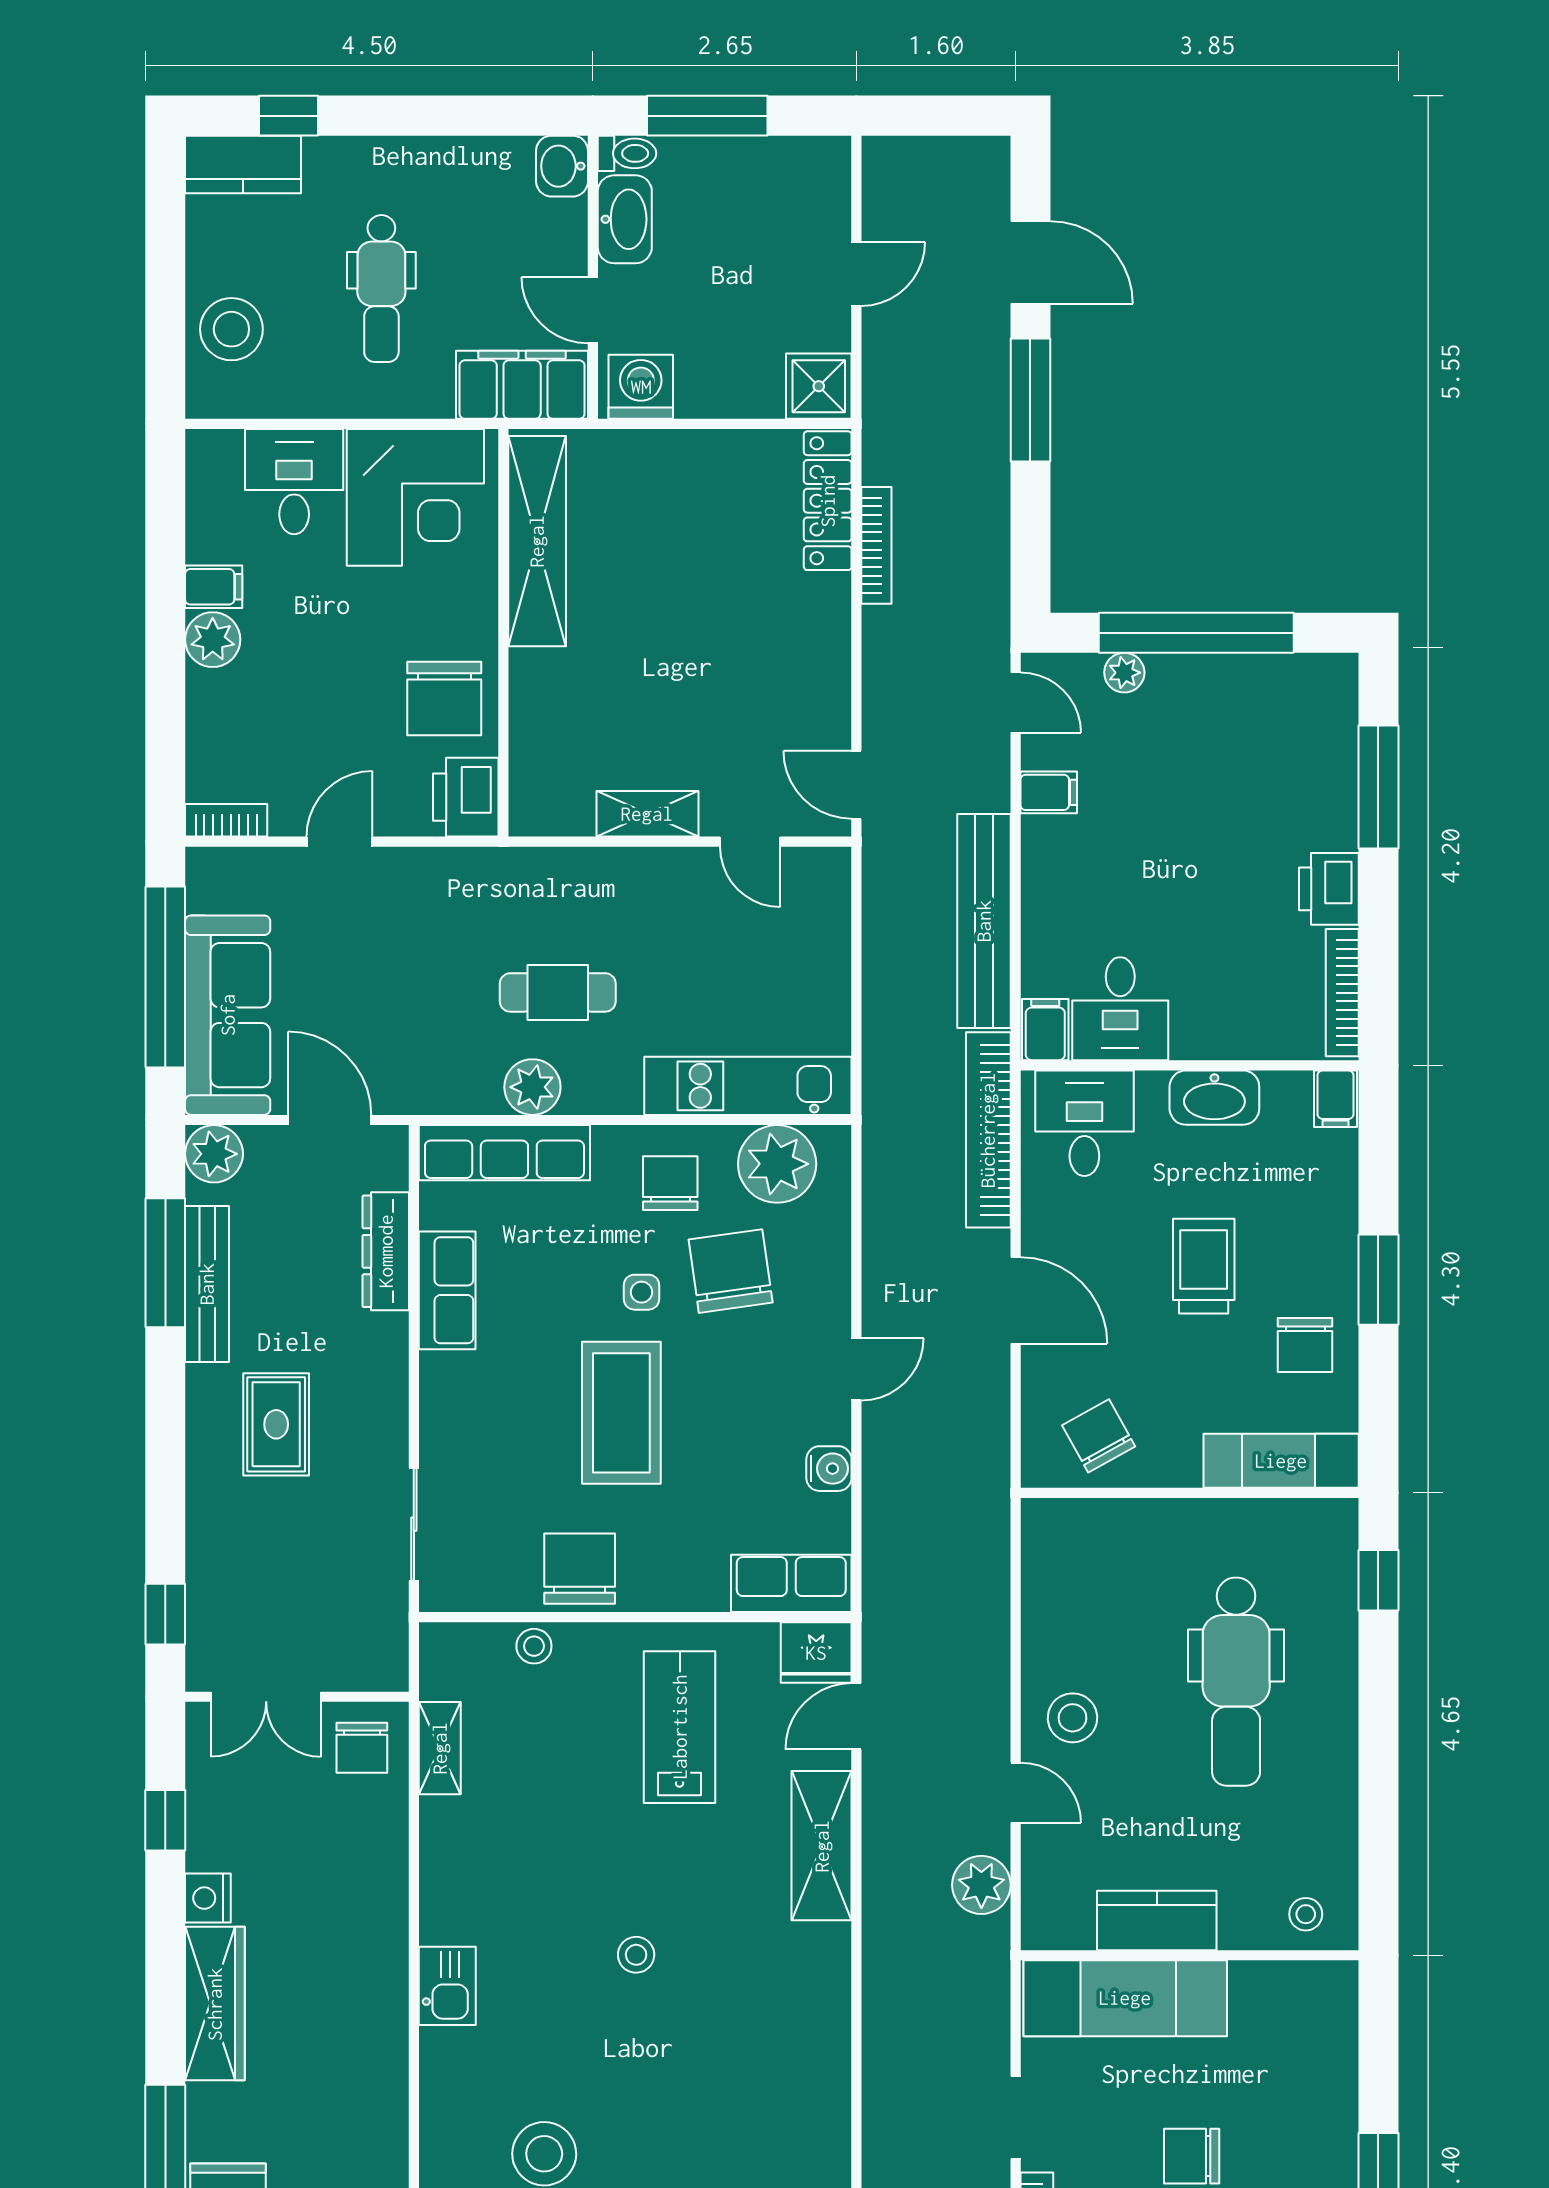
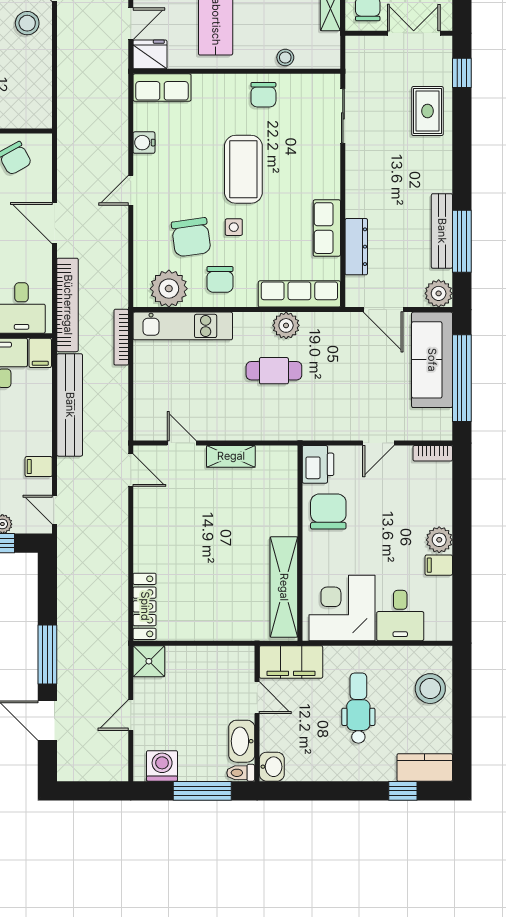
washing machine: (641, 387) -> (162, 766), moved, turned 180
bookcase: (876, 545) -> (121, 337), moved
rug: (276, 1424) -> (427, 111), moved
chair: (580, 1569) -> (263, 95), width x0.73, depth x0.73

